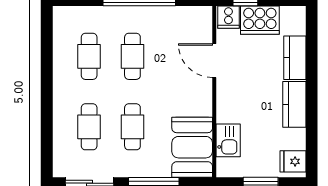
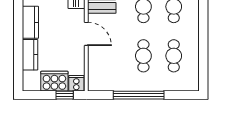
door: (214, 61) -> (86, 34), moved

